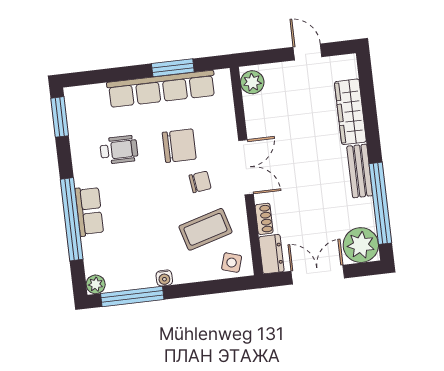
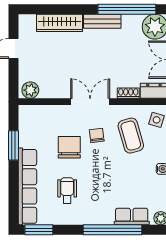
row of seats: (161, 89) -> (27, 186), moved
row of seats: (89, 211) -> (132, 217), moved

